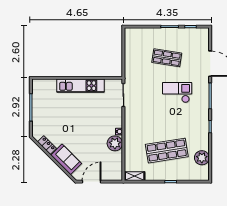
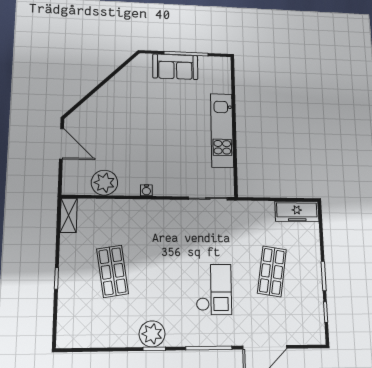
freezer: (131, 41) -> (297, 211), added
plant: (115, 143) -> (104, 183), moved
locker: (47, 145) -> (125, 75), removed
shop shelf: (167, 151) -> (113, 271), width x0.70, depth x0.74
plant: (202, 158) -> (152, 334), moved
sofa: (66, 159) -> (175, 67), moved, turned 45

